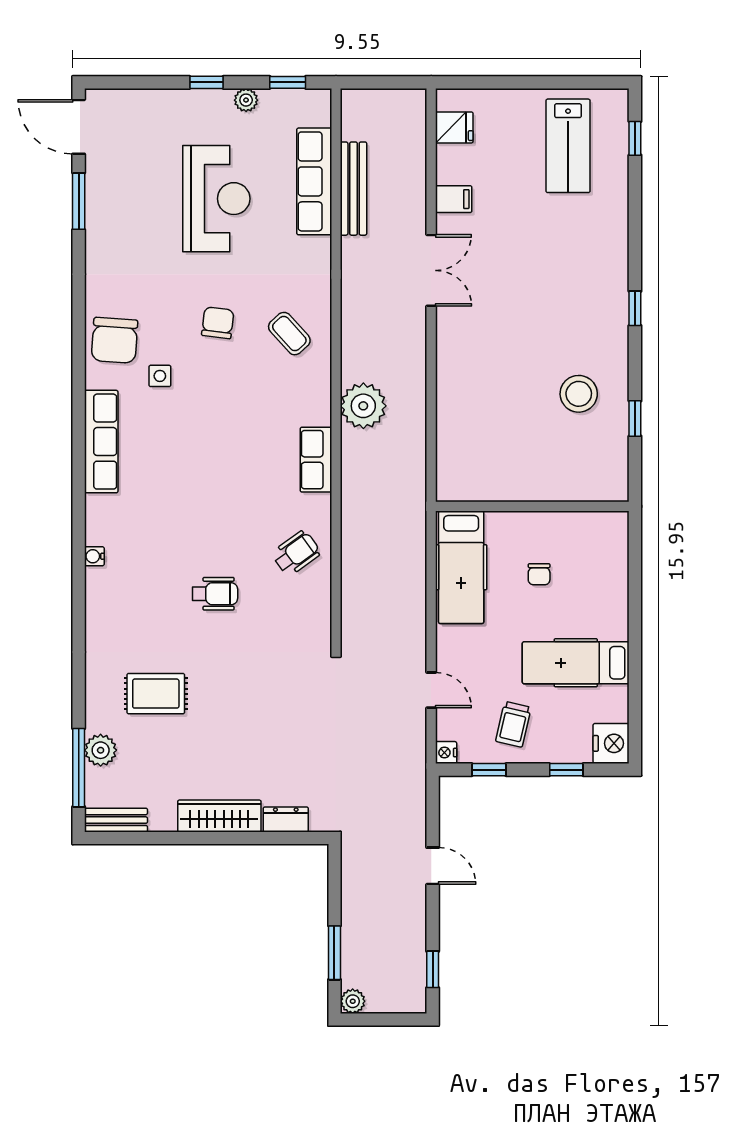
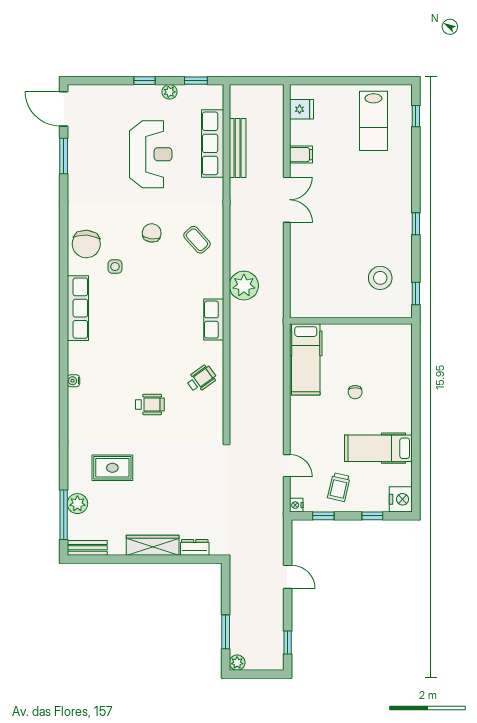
wall: (532, 506) -> (351, 321), moved
hospital bed: (461, 567) -> (306, 359), moved

